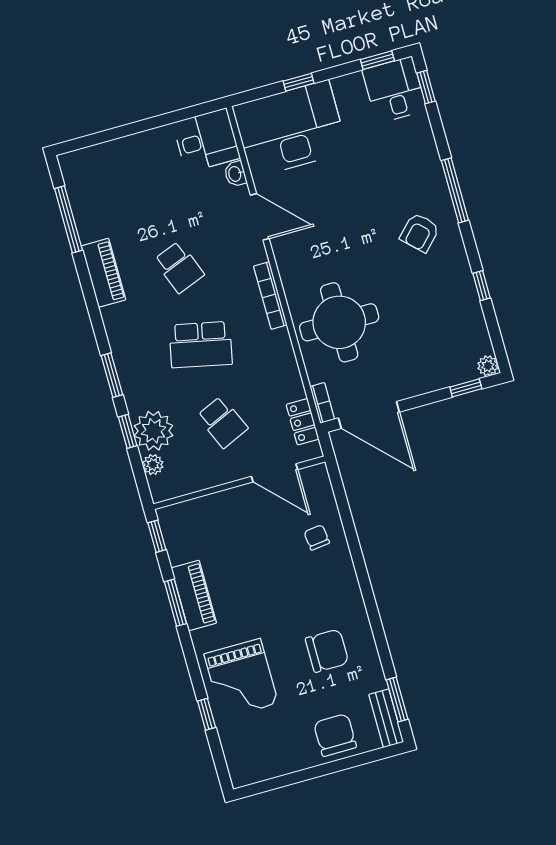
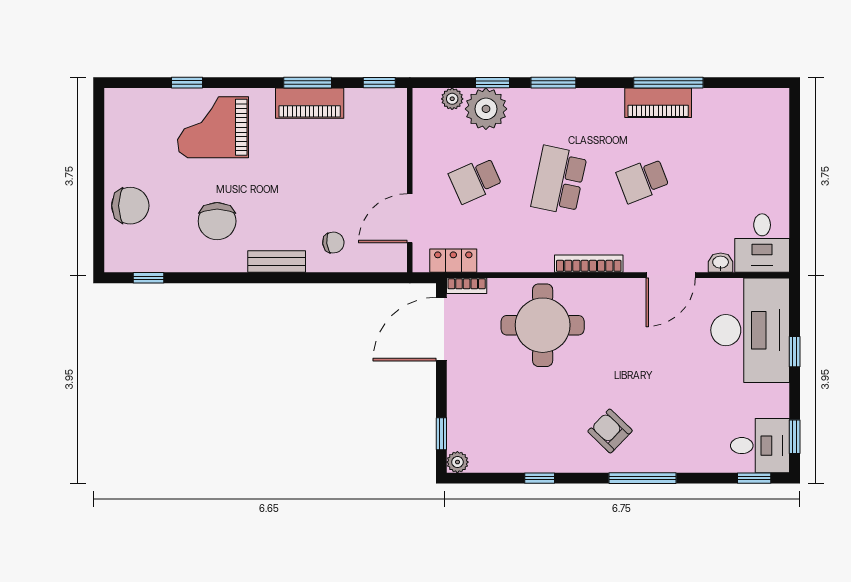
window: (68, 219) -> (668, 83), moved
window: (397, 699) -> (149, 278), width x0.67
bench: (386, 718) -> (277, 262), moved

